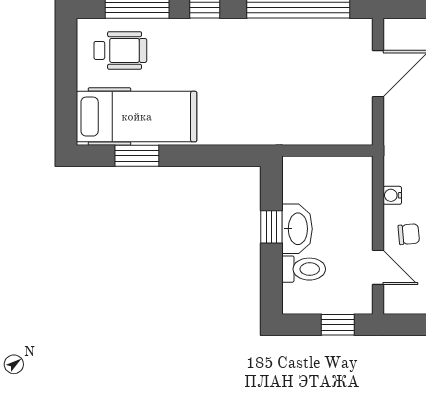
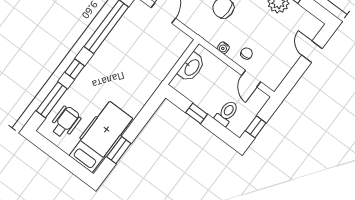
washbasin: (297, 229) -> (192, 67), moved, turned 90
door: (378, 267) -> (251, 79), swing flipped
window: (338, 325) -> (256, 127), moved

